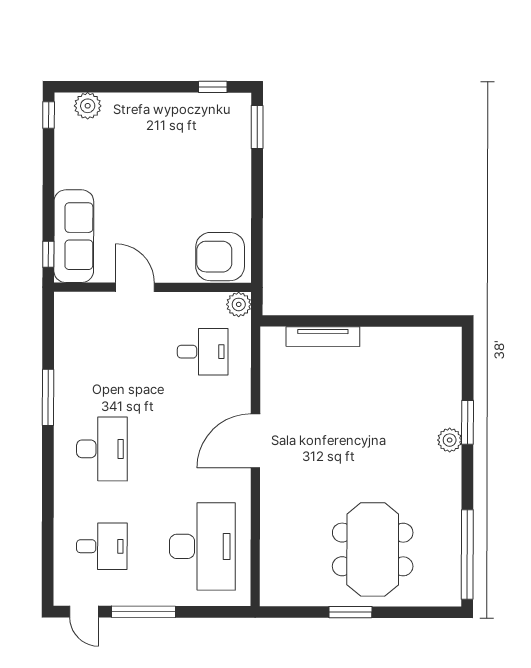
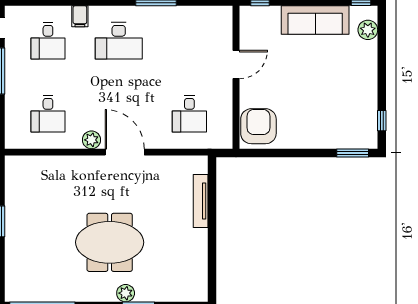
sofa: (74, 236) -> (315, 20), moved
plant: (239, 304) -> (91, 140), moved
filing cabinet: (68, 502) -> (80, 16), added
desk: (202, 546) -> (48, 114), width x0.53, depth x0.77
meeting table: (373, 549) -> (110, 242), moved

